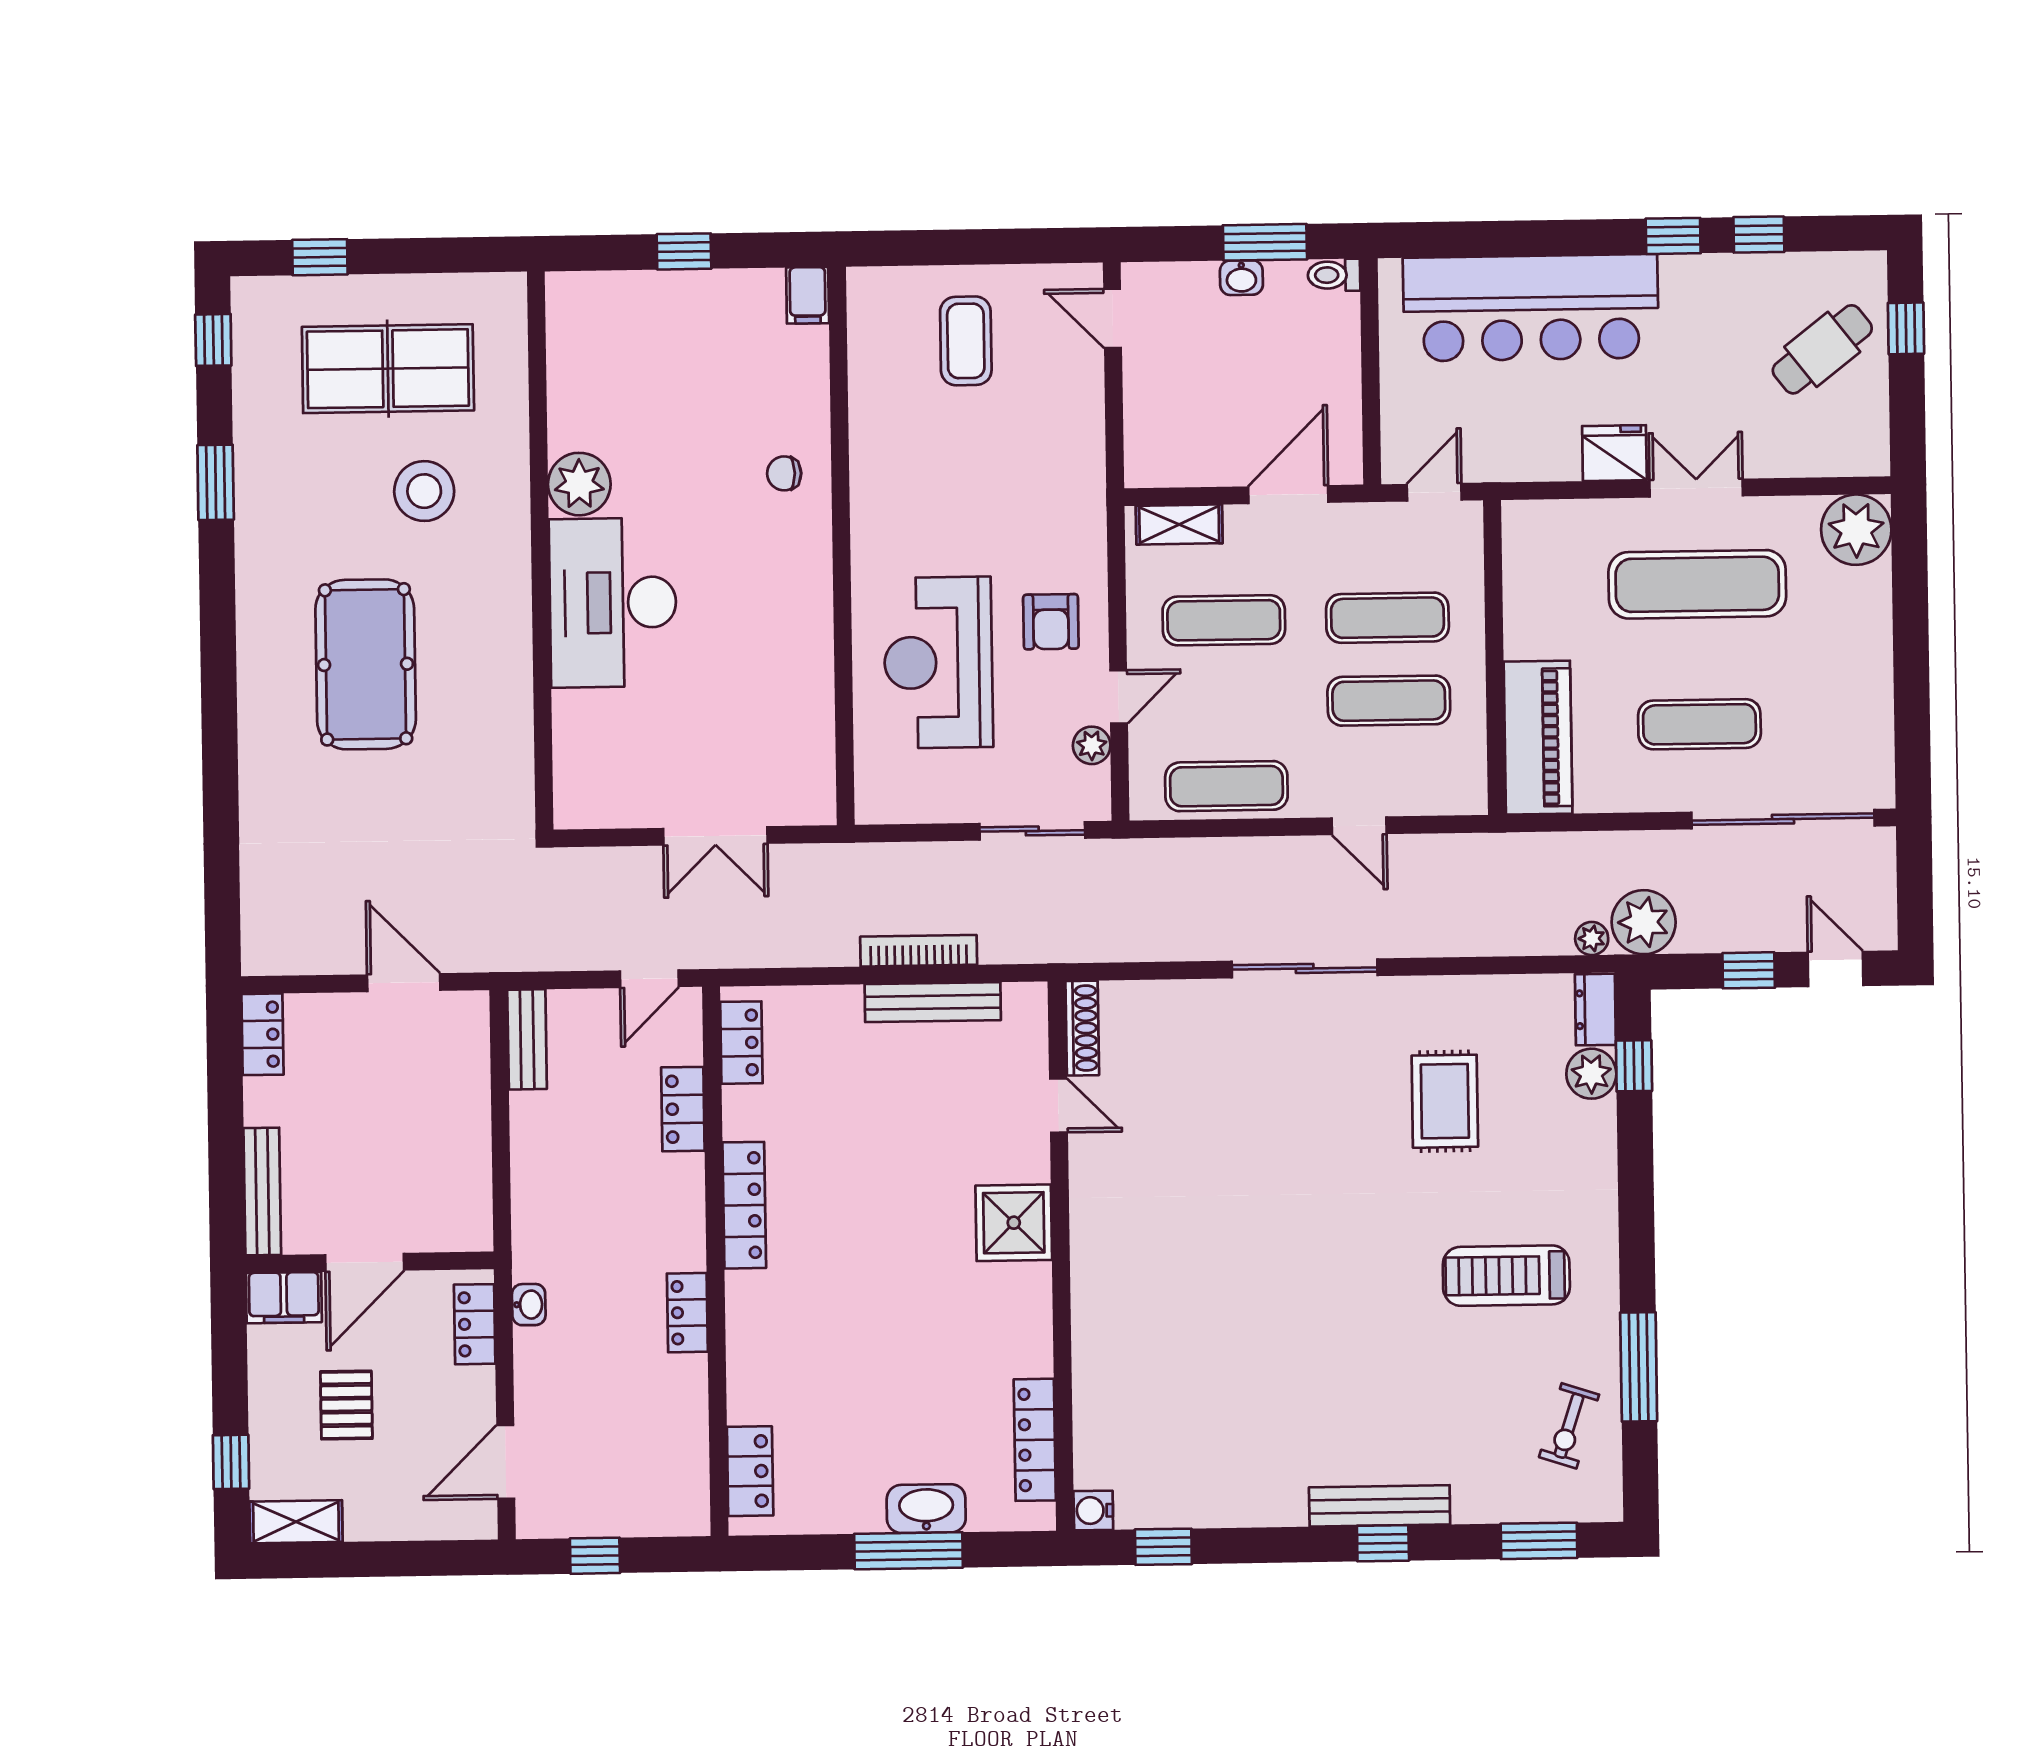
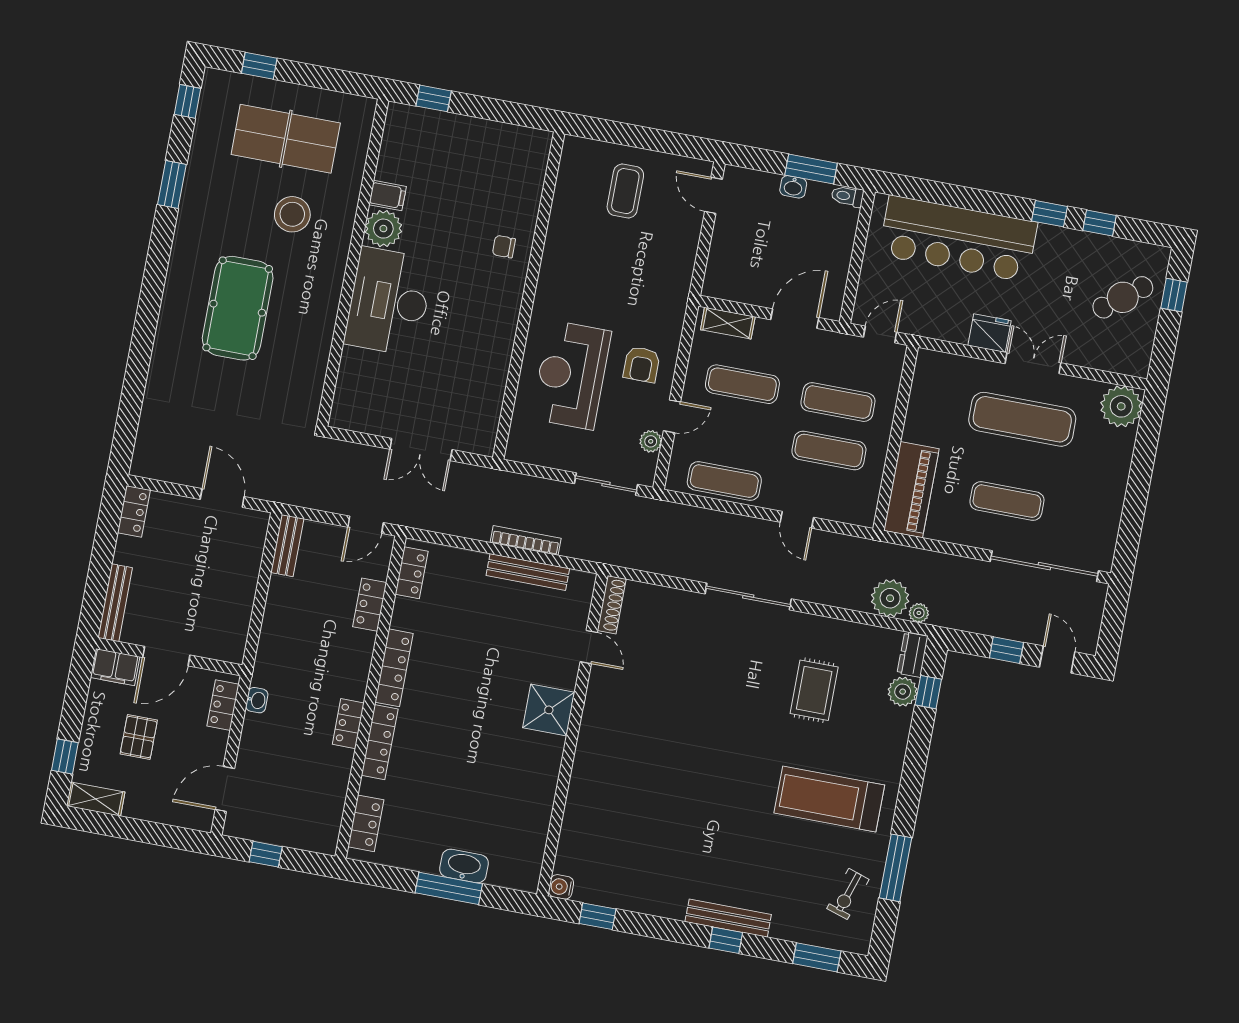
window: (684, 251) -> (434, 98), moved
filing cabinet: (808, 295) -> (388, 196), moved, turned -90
plant: (1644, 922) -> (890, 598), moved
treadmill: (1506, 1276) -> (829, 799), width x1.37, depth x1.38
locker: (1035, 1440) -> (380, 742), moved, turned 180

